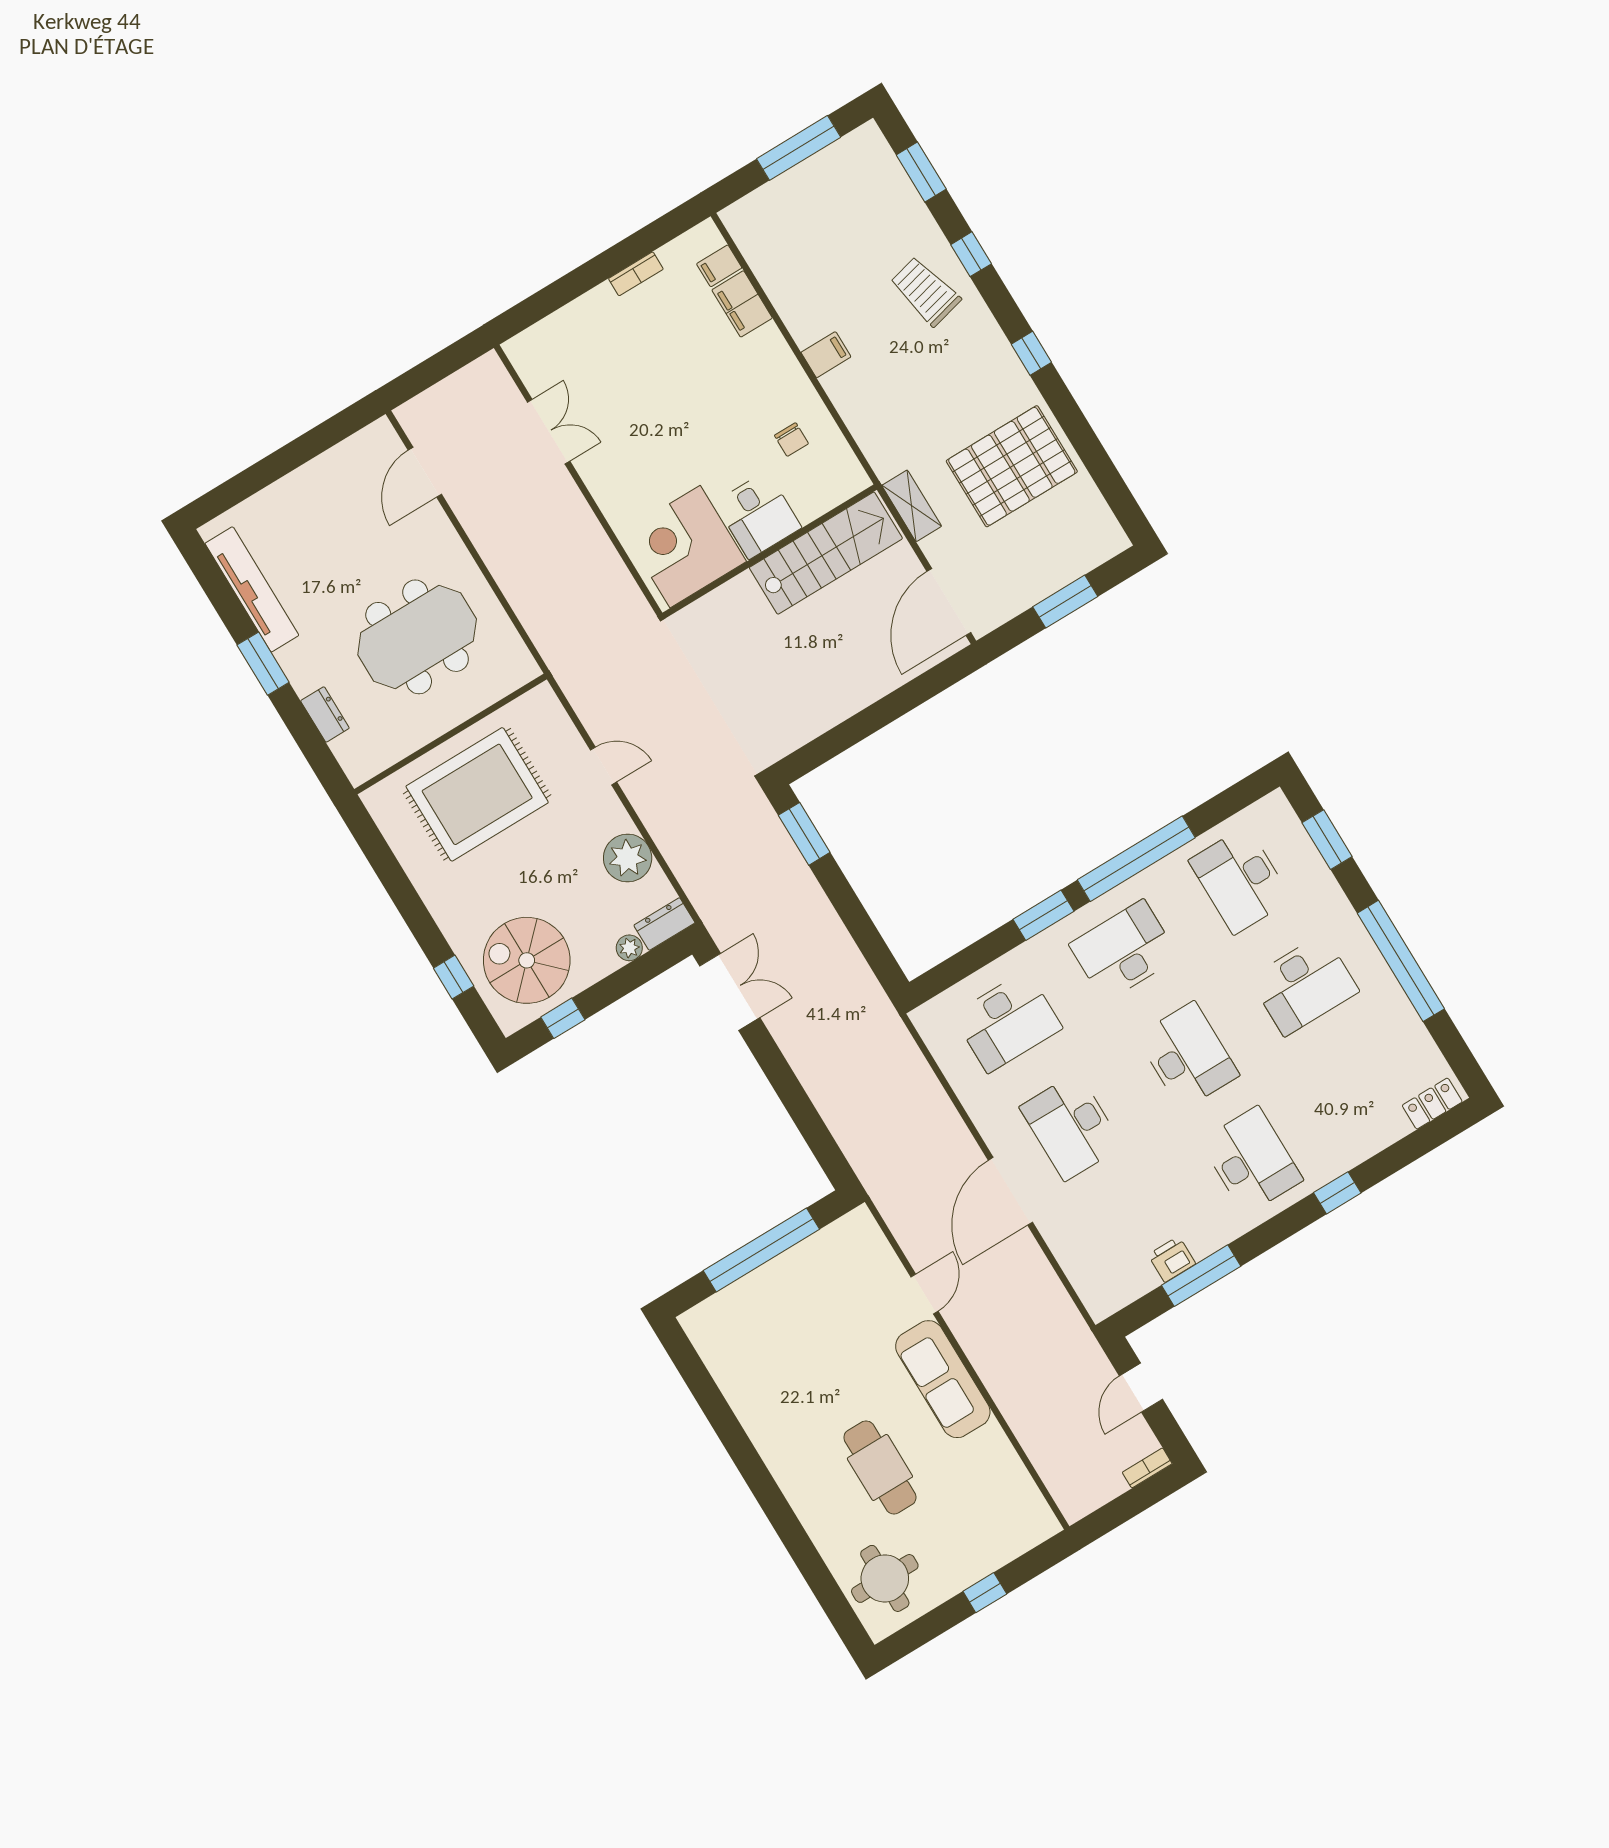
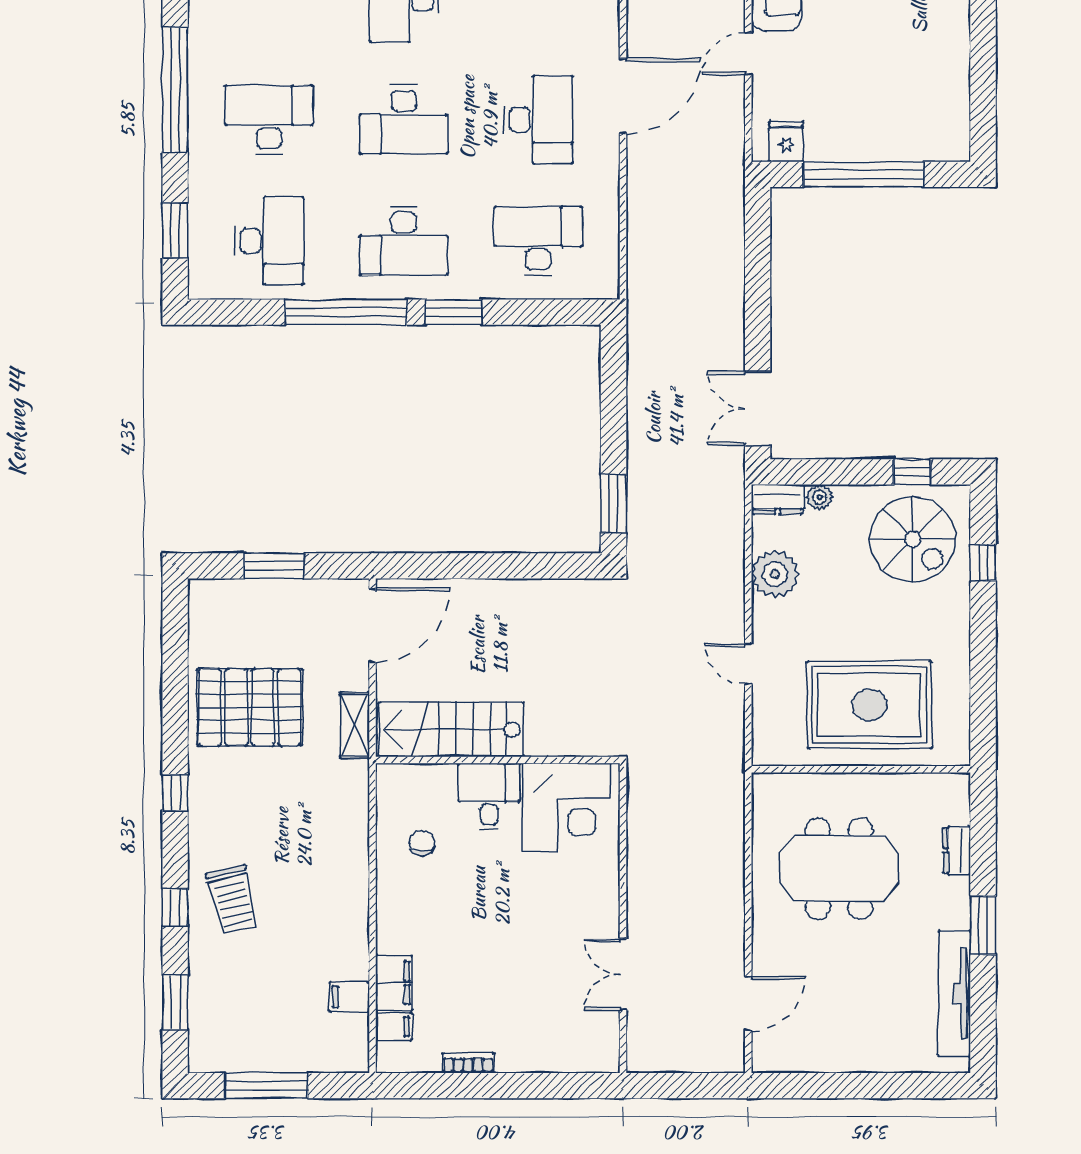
filing cabinet: (826, 355) -> (349, 997), moved
desk: (1188, 1056) -> (404, 120), turned -90
fridge: (846, 1238) -> (786, 141), added

